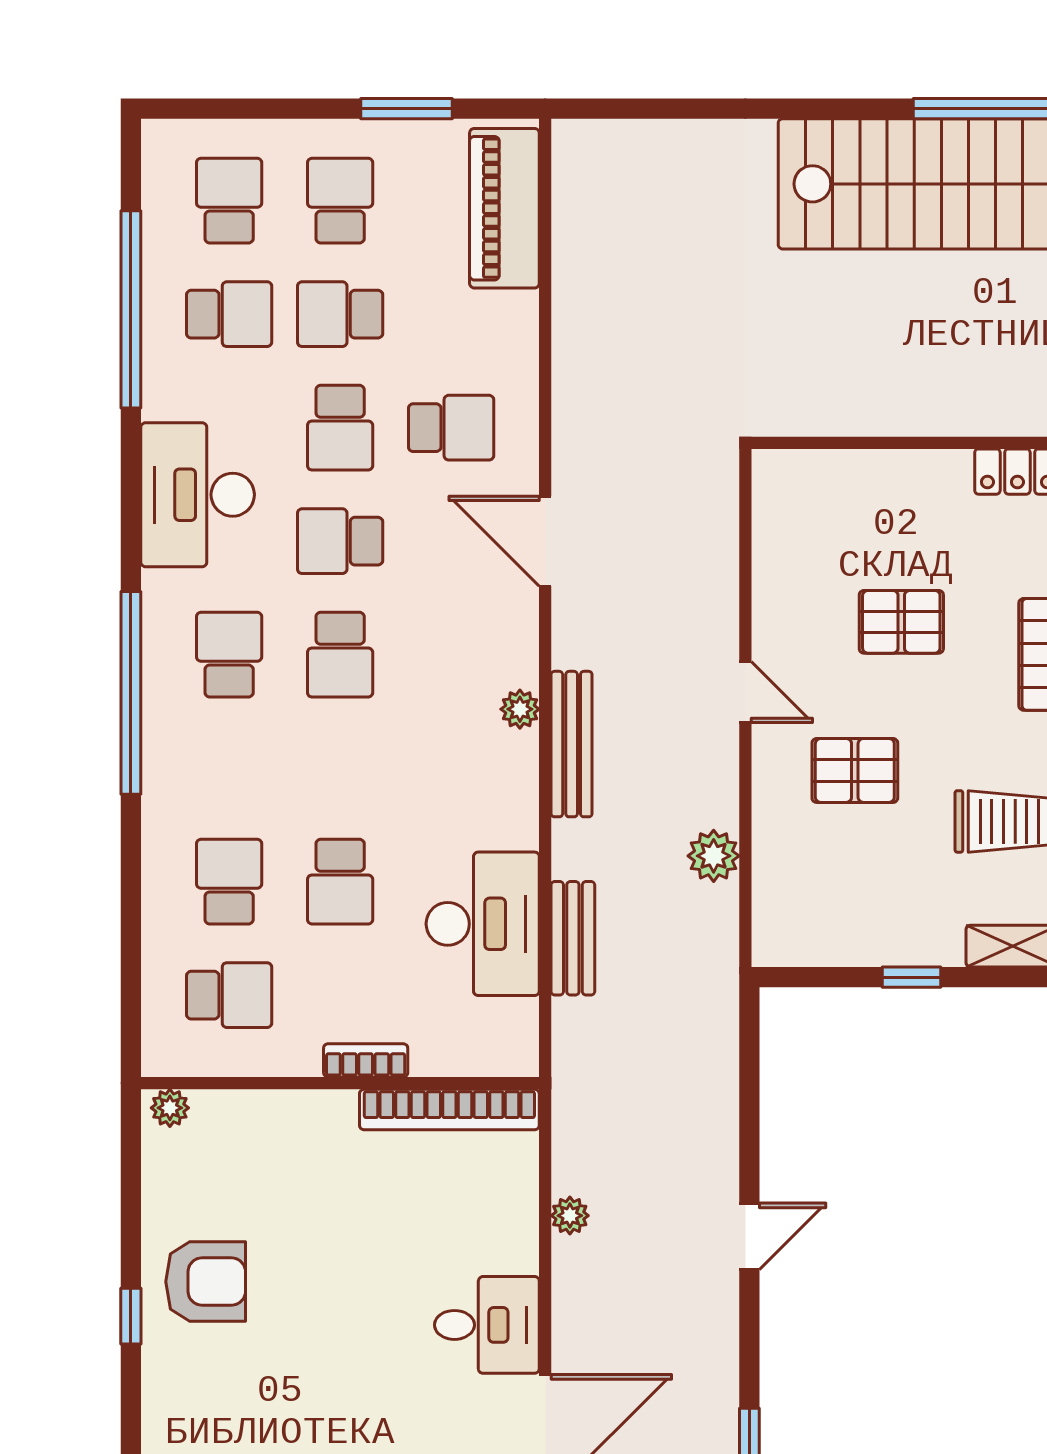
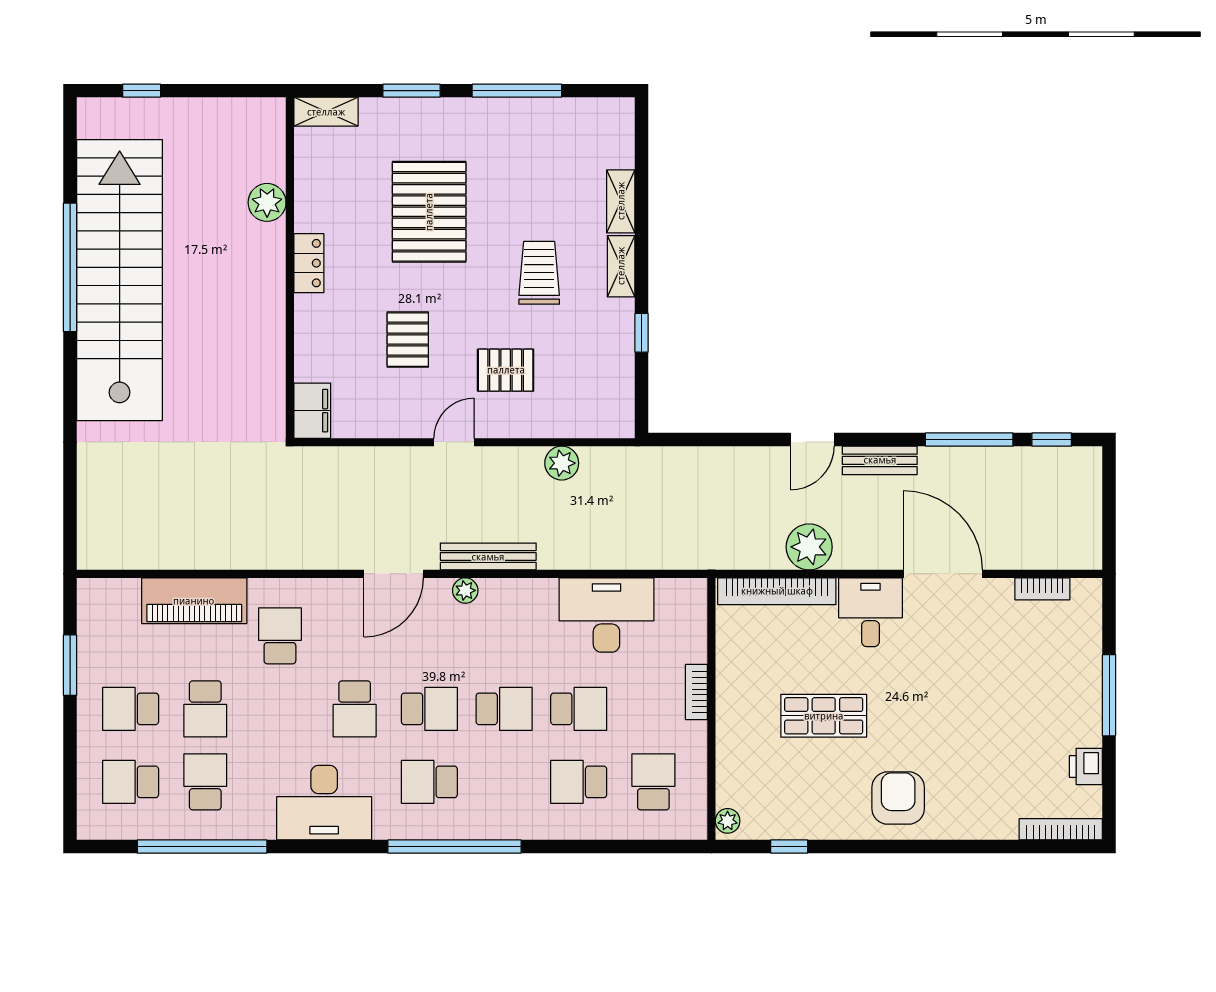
piano: (504, 208) -> (194, 601), moved
school desk: (340, 428) -> (504, 709), moved
filing cabinet: (793, 477) -> (312, 411), added
door: (545, 541) -> (394, 574), moved
pallet: (855, 770) -> (506, 370), turned 90
bench: (573, 938) -> (880, 460), moved
bookcase: (449, 1110) -> (777, 591), moved, turned 90
plant: (570, 1216) -> (809, 547), width x1.88, depth x1.88
door: (749, 1236) -> (812, 440), swing flipped
shop shelf: (330, 1254) -> (824, 716), added
armchair: (206, 1282) -> (898, 798), moved
window: (131, 1316) -> (789, 846), moved

